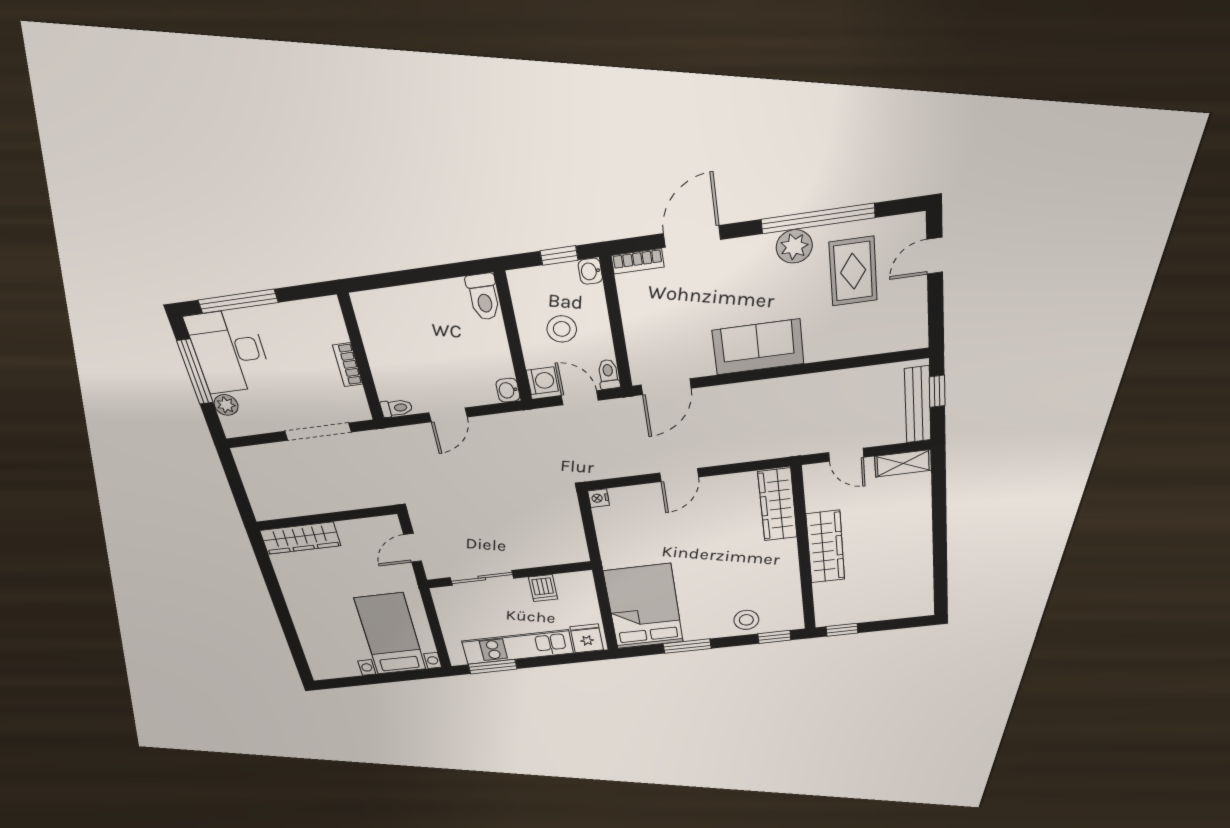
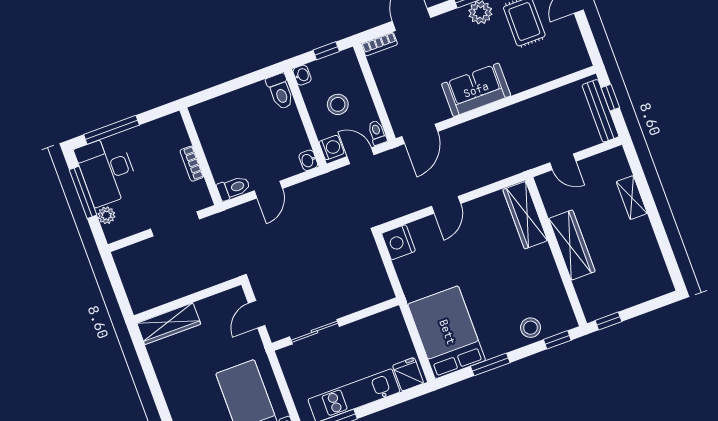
washbasin: (590, 271) -> (302, 75), moved, turned 180
toilet: (396, 408) -> (233, 188), width x1.37, depth x1.39
shelving: (903, 463) -> (632, 198), moved, turned 90
nightstand: (599, 498) -> (399, 242), width x1.89, depth x1.79
dishwasher: (543, 588) -> (364, 331), removed

